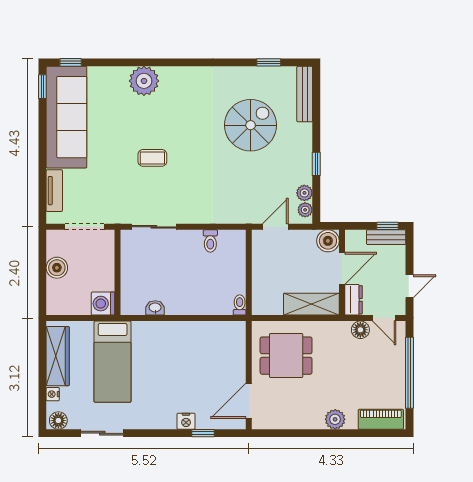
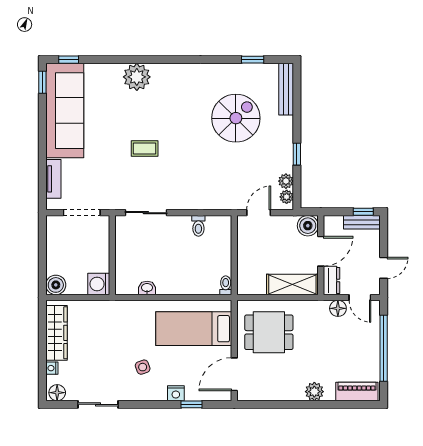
boiler: (57, 268) -> (56, 285), moved
bed: (113, 362) -> (194, 329), moved, turned 90
side table: (150, 393) -> (143, 367), added

